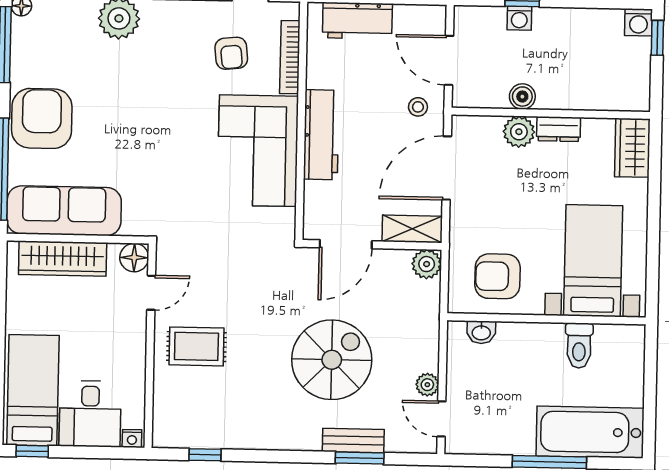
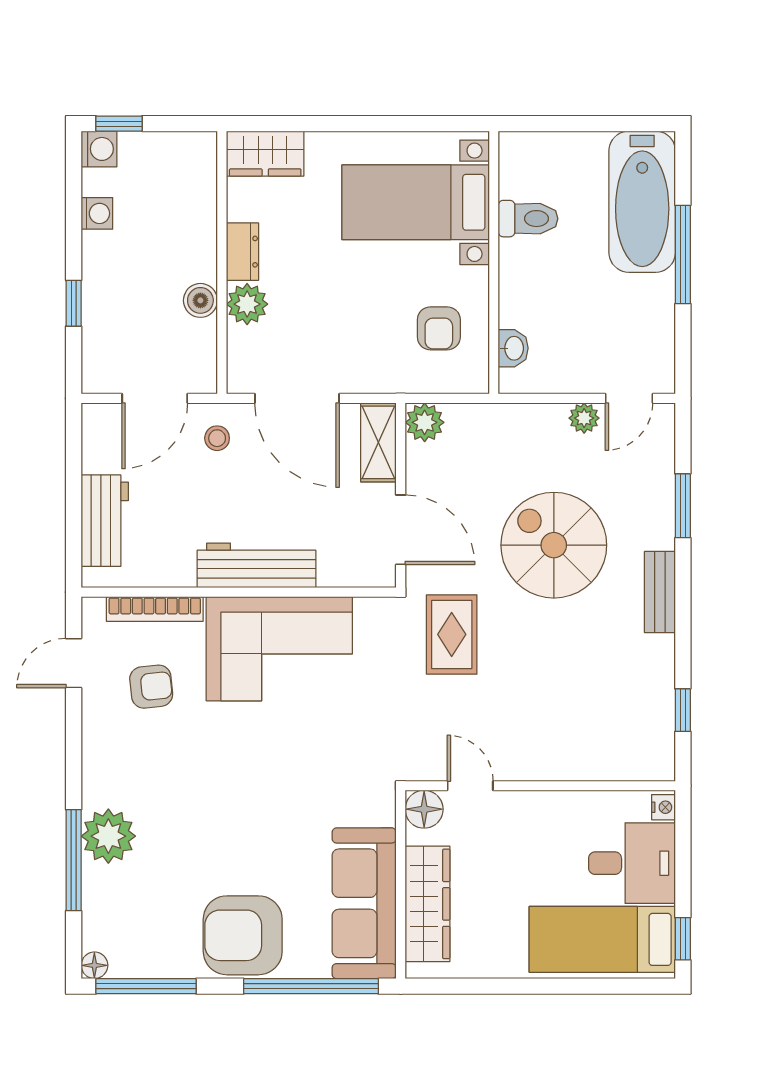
washing machine: (519, 18) -> (97, 213), moved
armchair: (497, 276) -> (439, 328), width x0.72, depth x0.72
rug: (196, 346) -> (452, 634), moved
bench: (353, 441) -> (660, 592), moved

